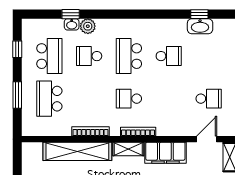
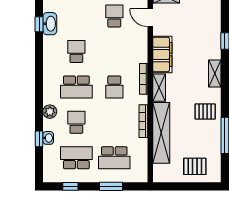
plant: (88, 26) -> (50, 112), moved
school desk: (89, 56) -> (76, 122), turned 180

